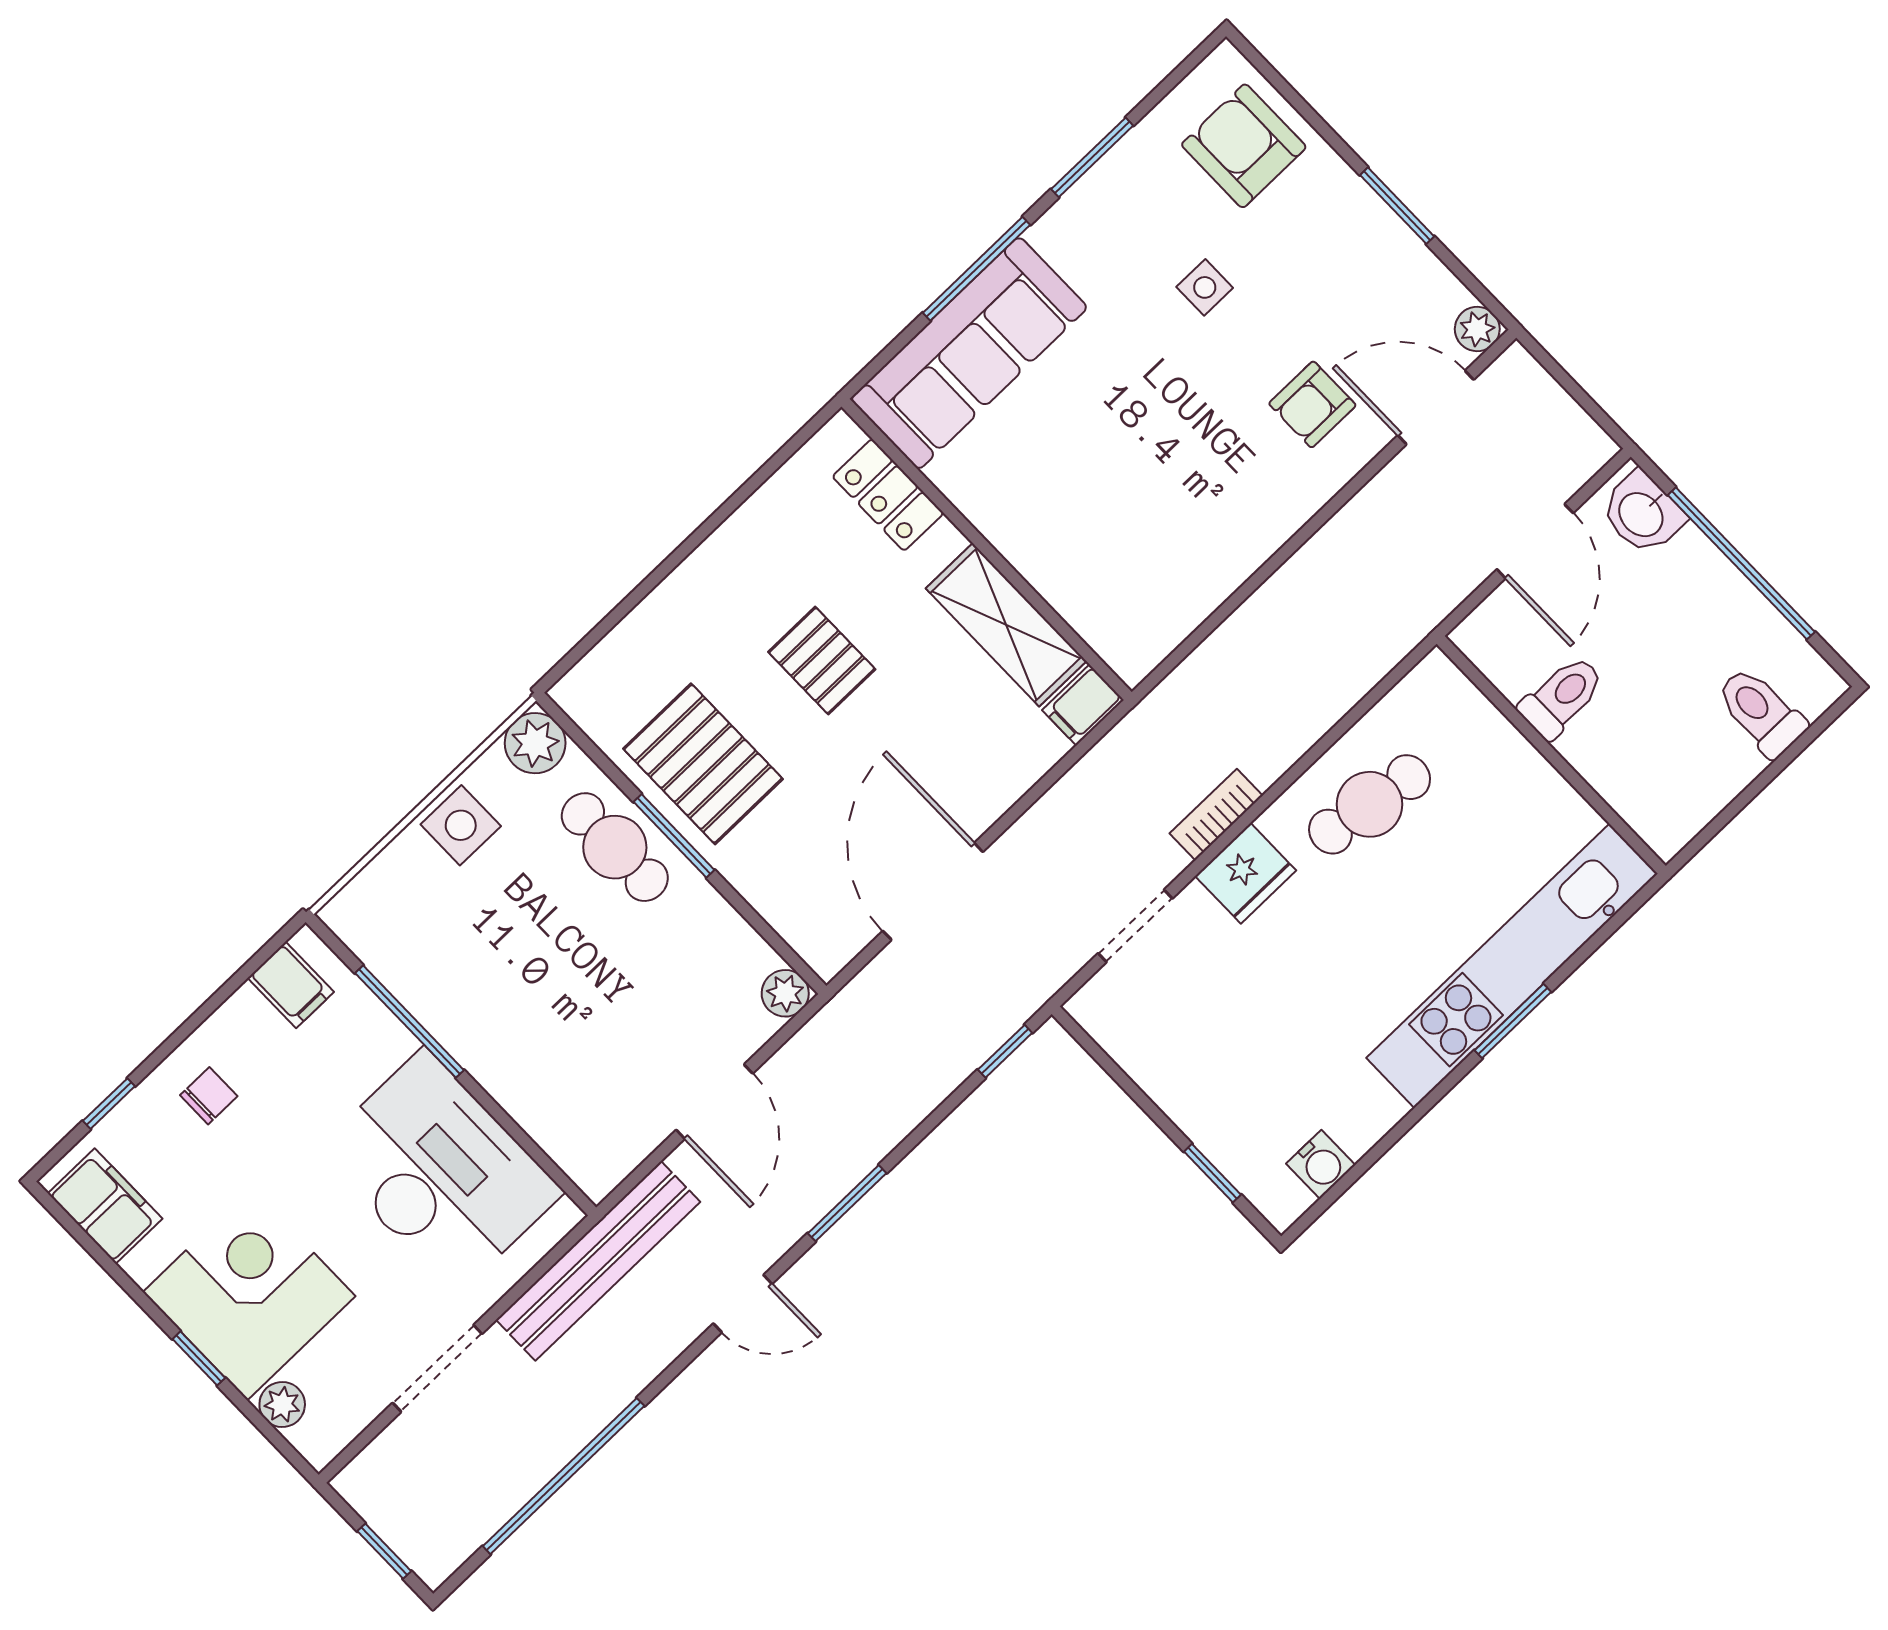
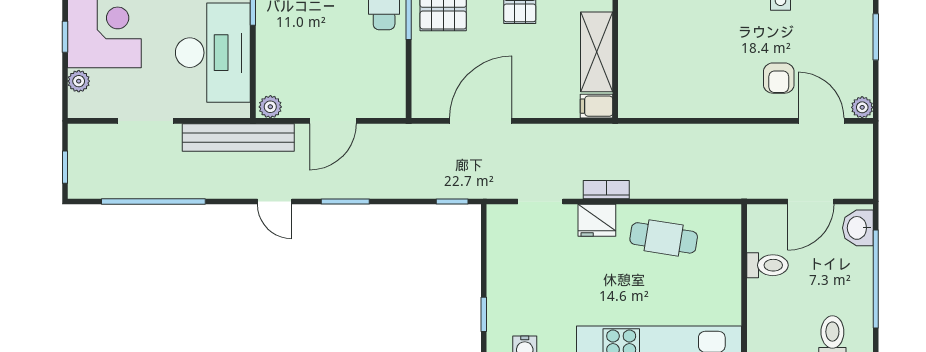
armchair: (1312, 404) -> (779, 78), turned -90
plant: (785, 993) -> (270, 107), moved

